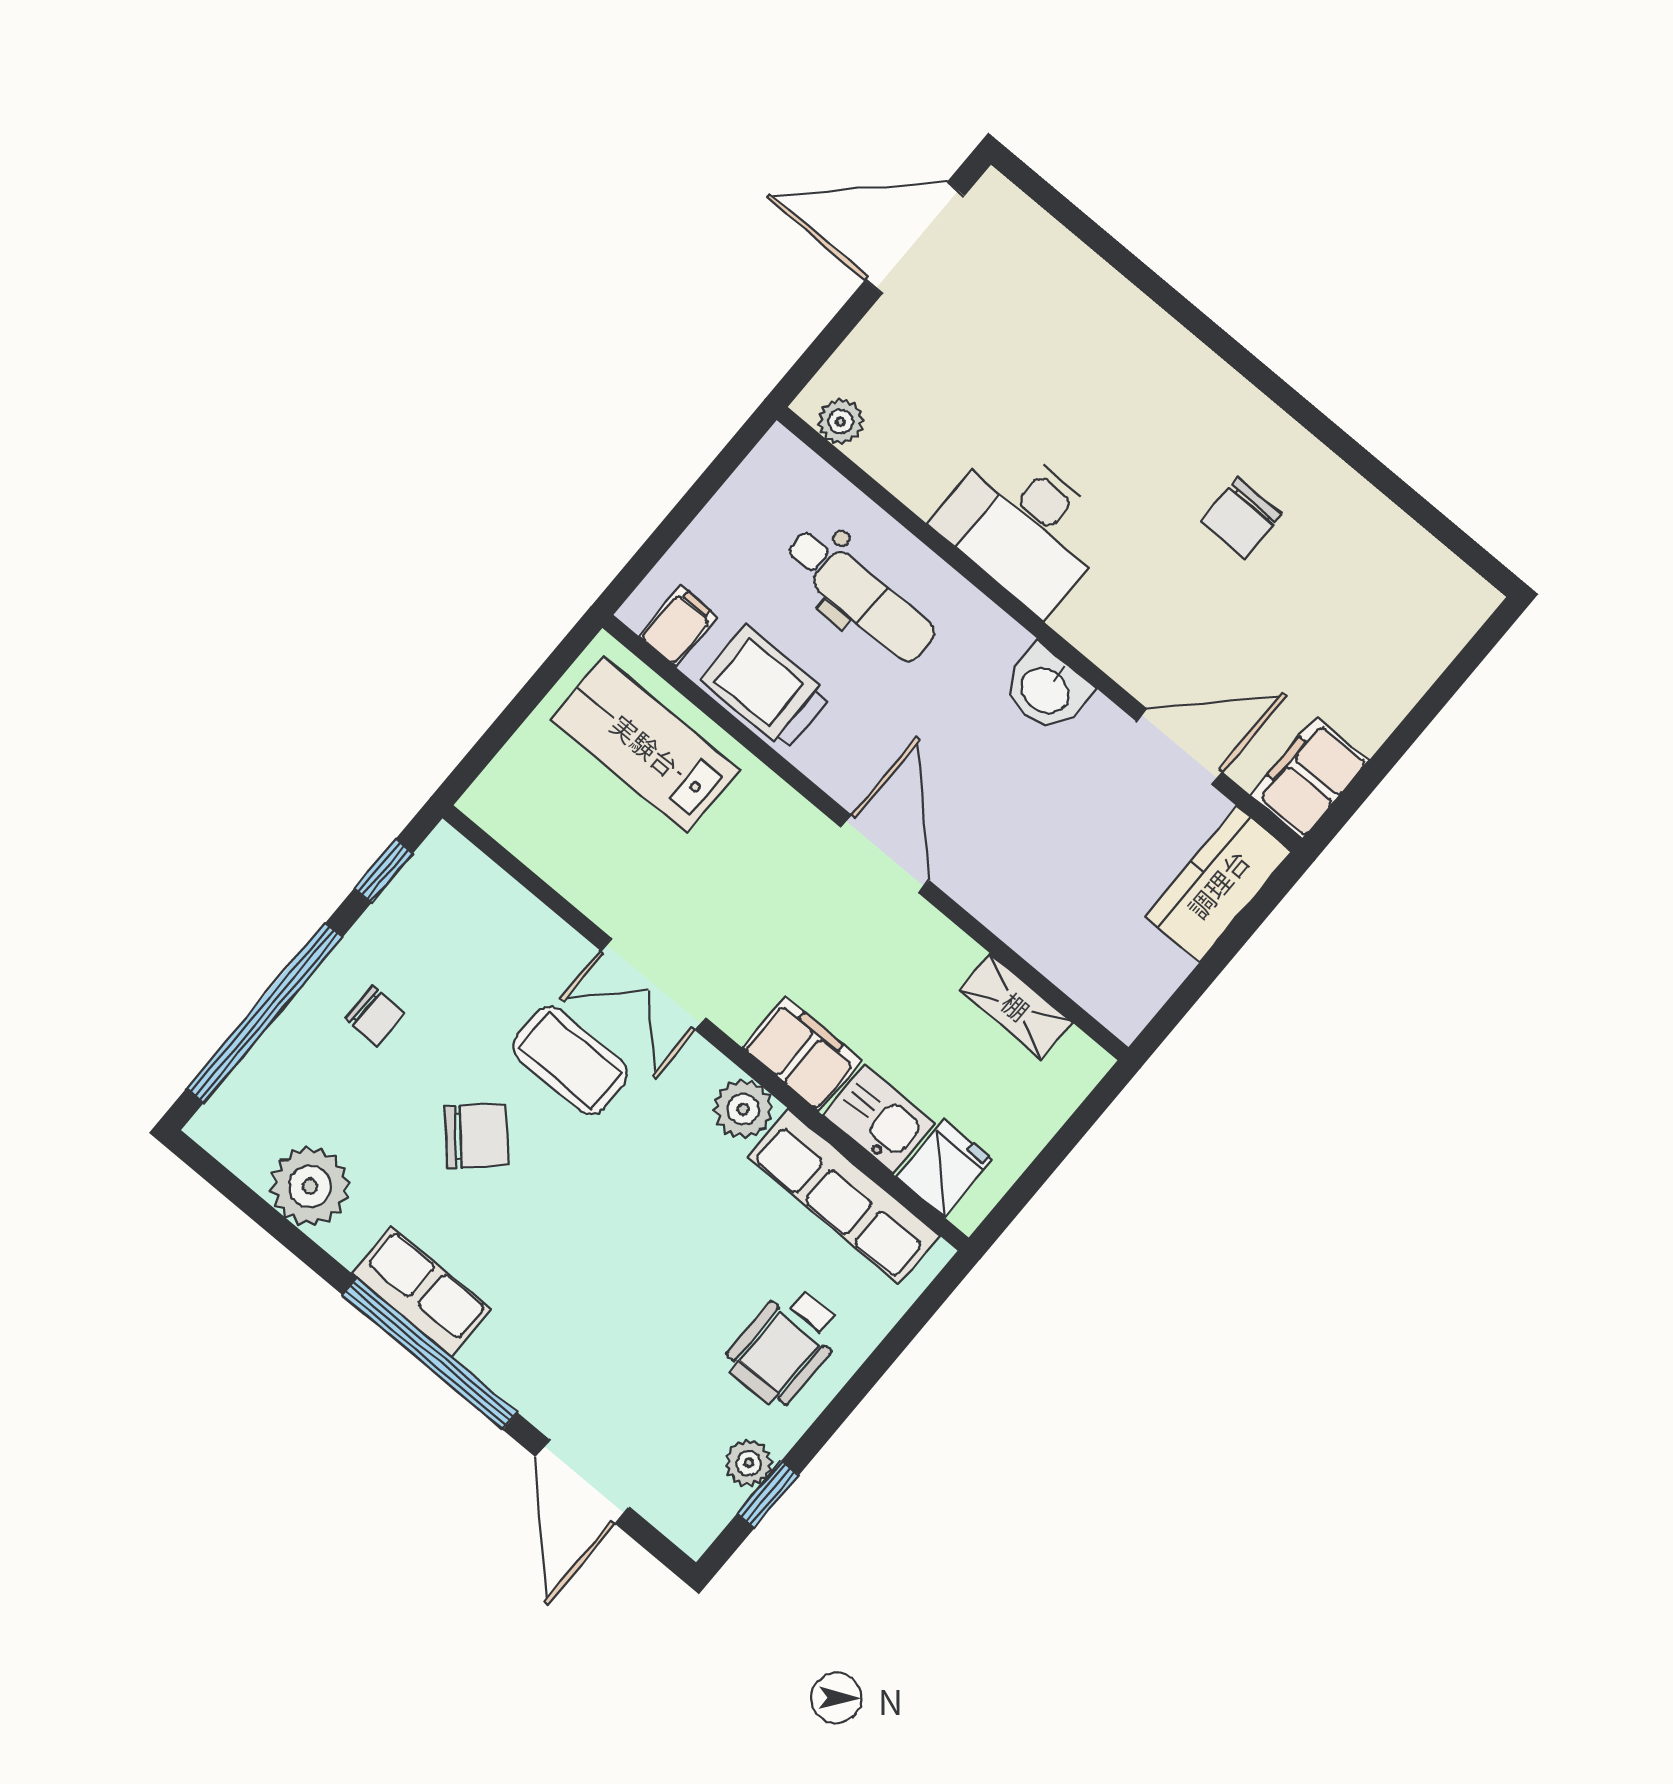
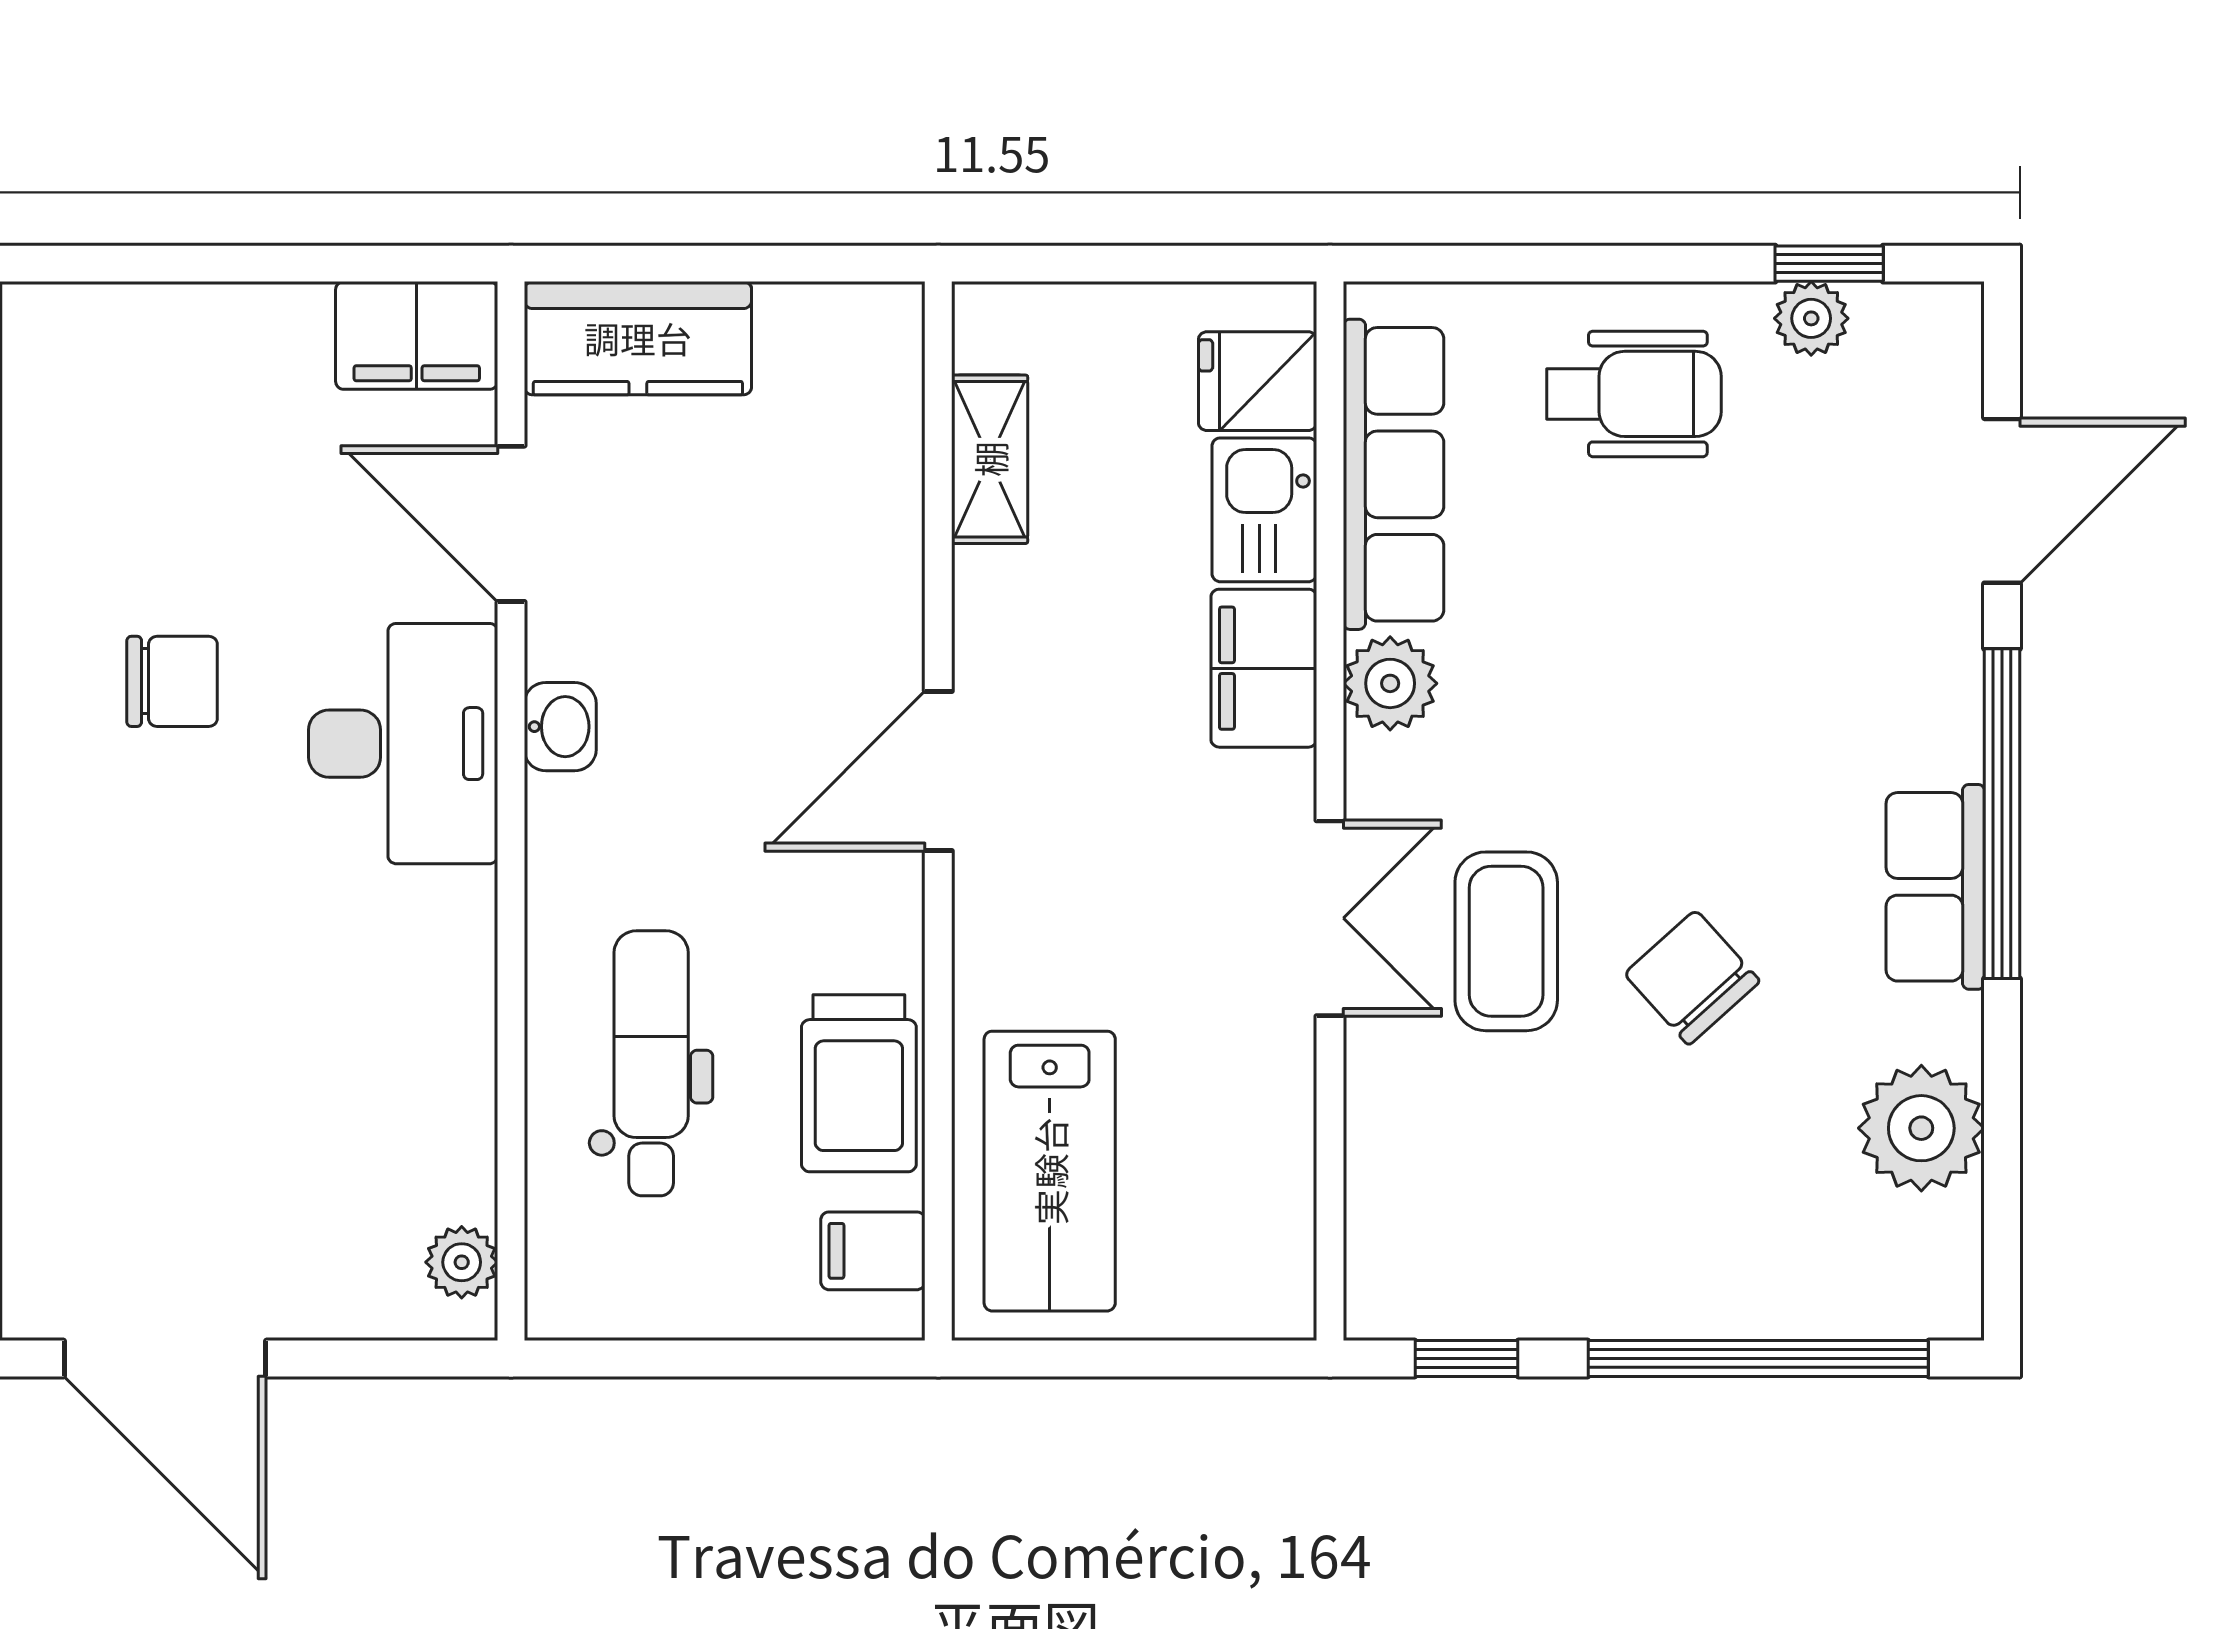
desk: (1024, 527) -> (403, 744), moved
washbasin: (1046, 689) -> (560, 727), width x0.72, depth x0.69
chair: (375, 1016) -> (1650, 1222), removed

